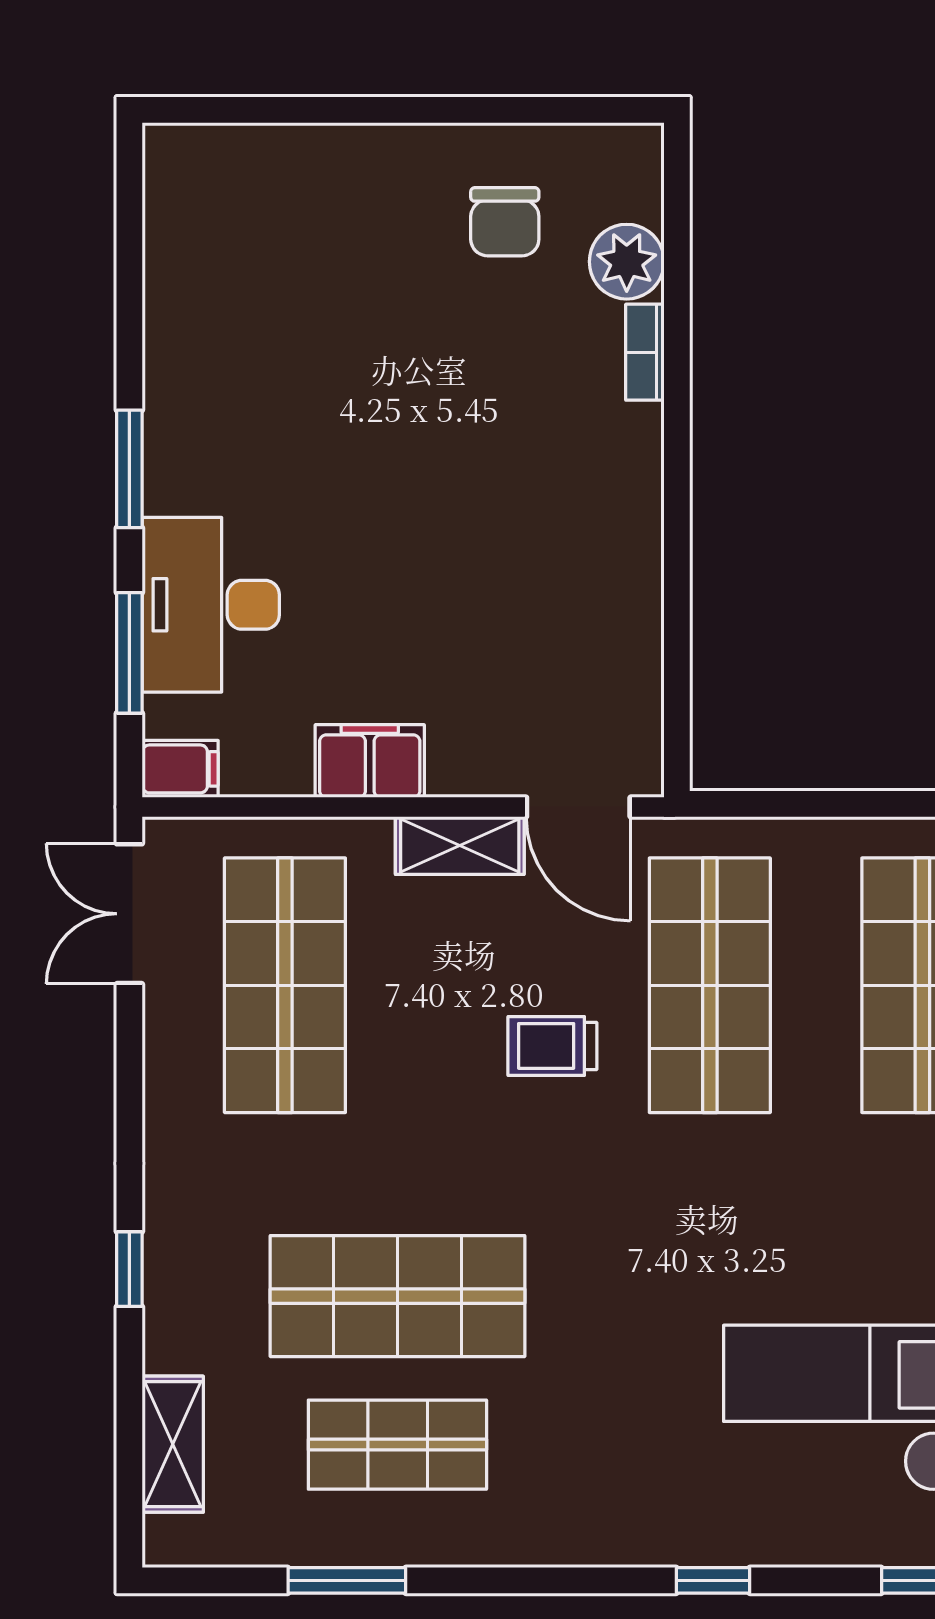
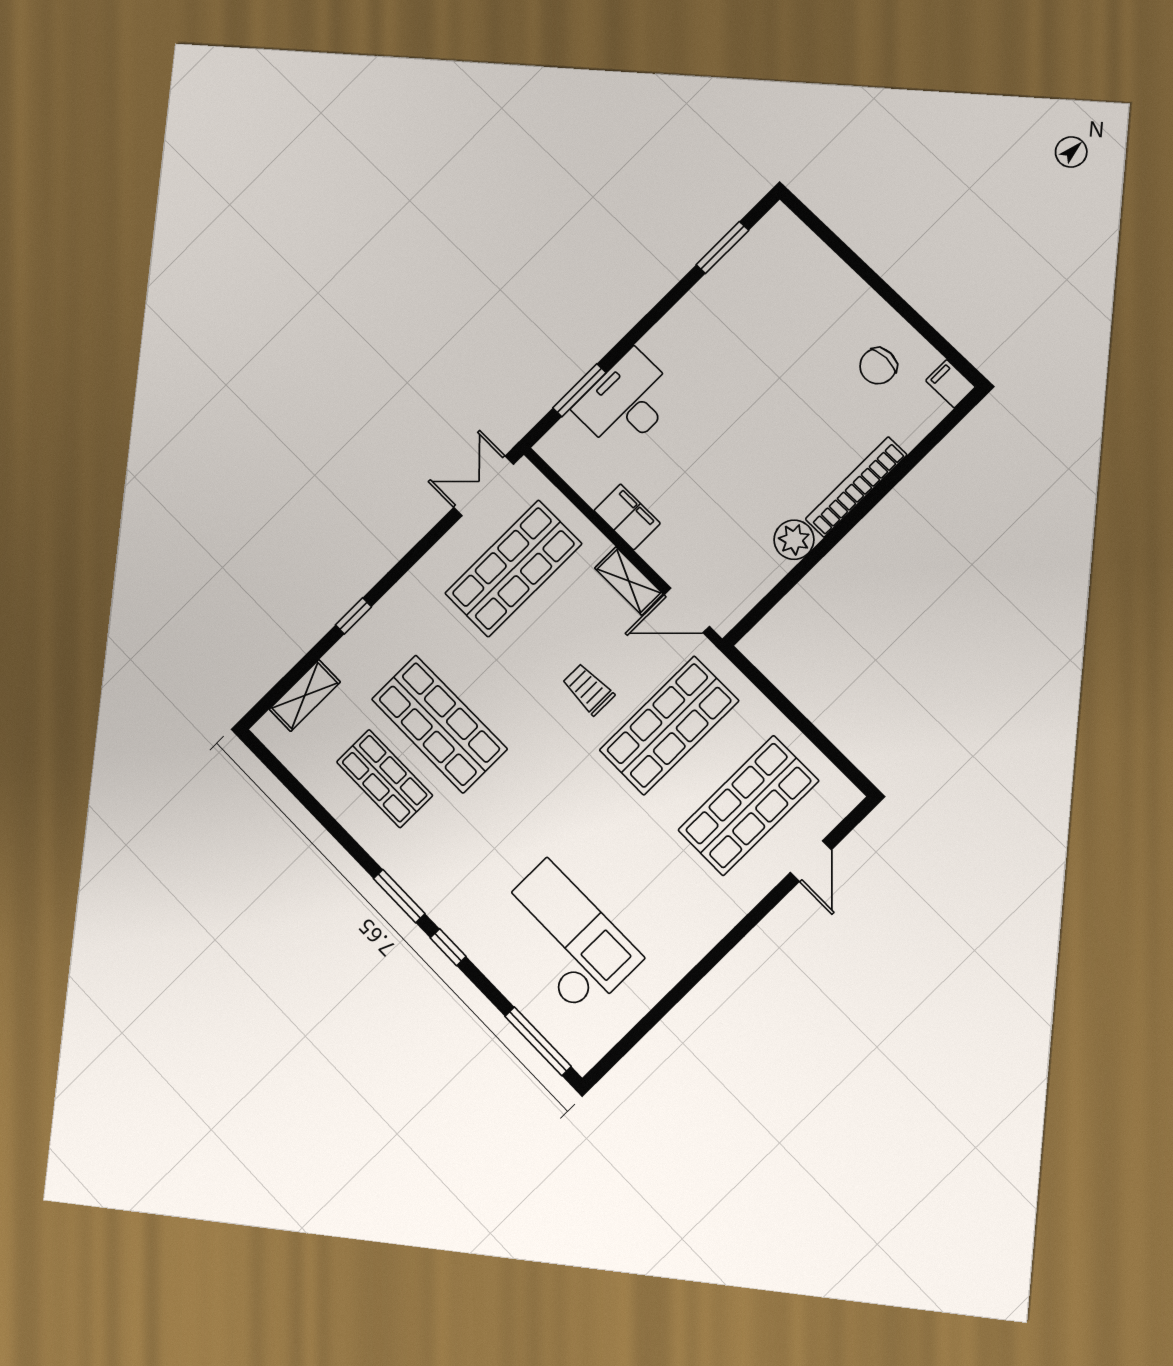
plant: (627, 262) -> (794, 540), moved
bookcase: (645, 352) -> (856, 487), width x2.31, depth x1.31
window: (129, 469) -> (722, 248), moved
filing cabinet: (180, 769) -> (950, 384), moved, turned 180
door: (578, 807) -> (687, 610), hinge flipped
window: (347, 1580) -> (399, 896), moved

